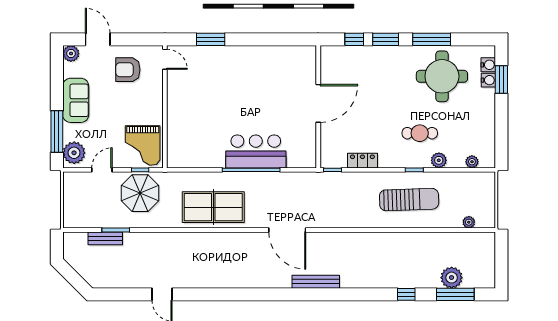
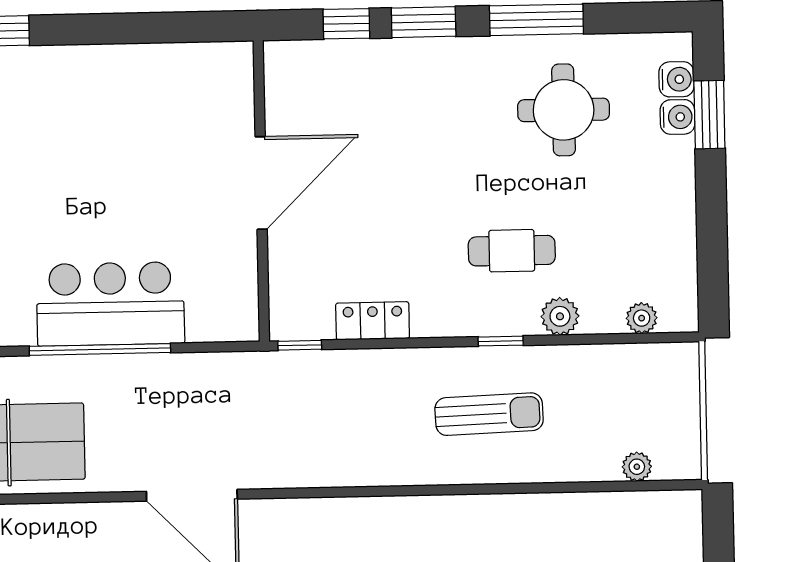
round table: (442, 76) -> (564, 110), width x0.73, depth x0.73
sun lounger: (409, 200) -> (489, 414), width x0.73, depth x0.75

